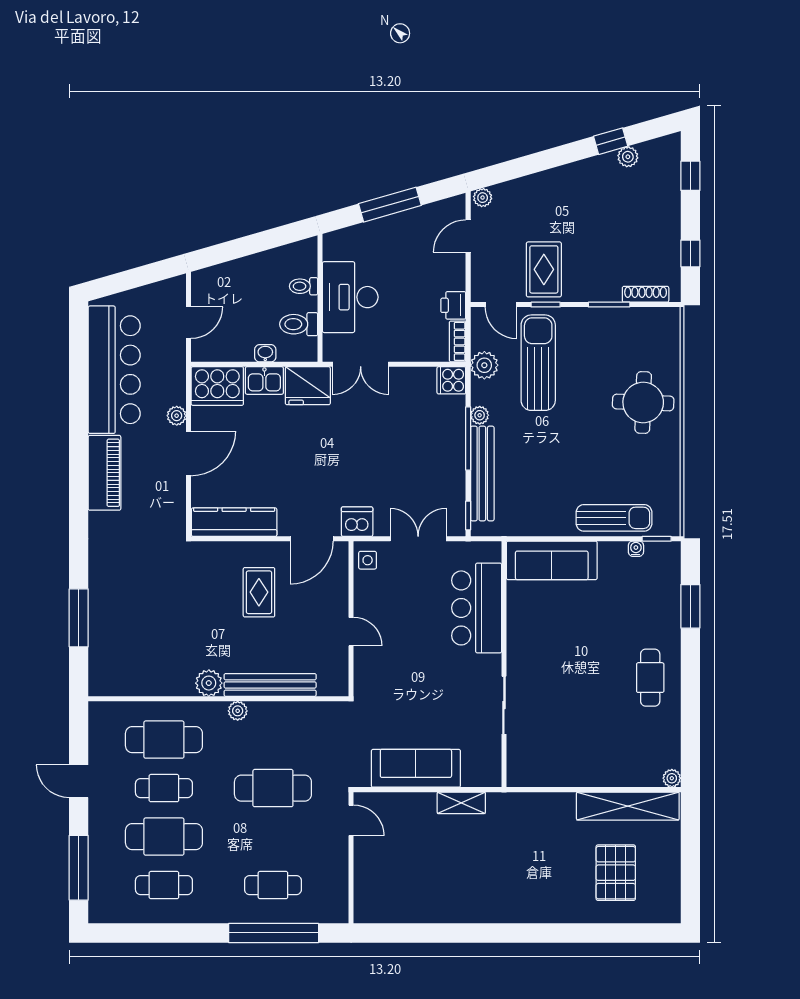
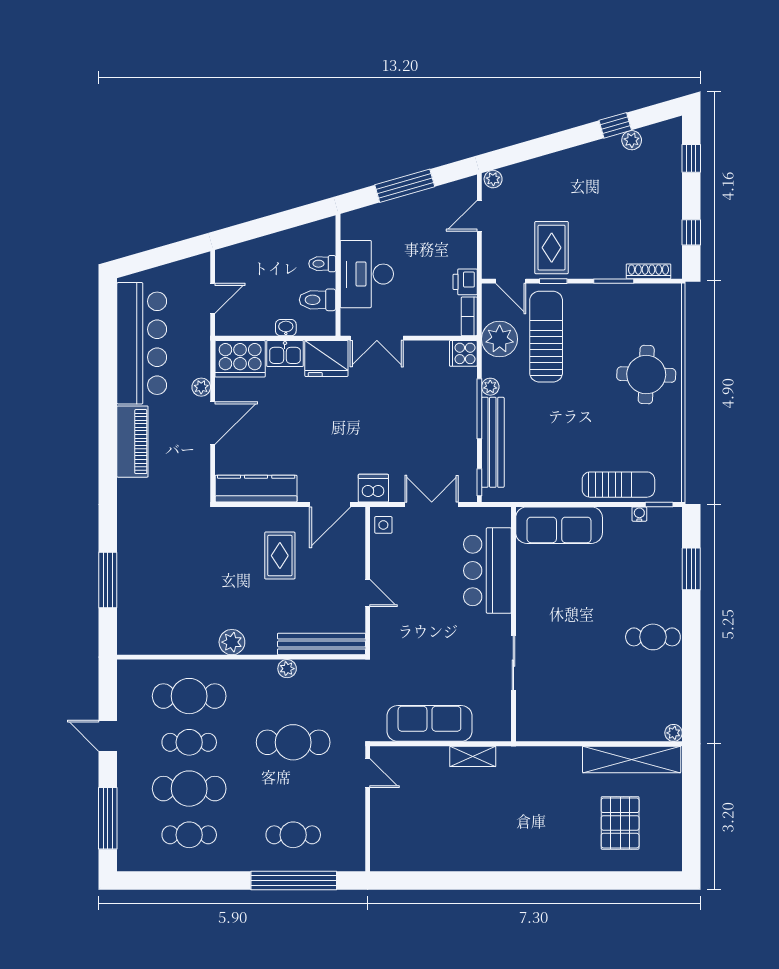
plant: (484, 365) -> (500, 339), width x1.36, depth x1.36
cafe table: (650, 678) -> (653, 637), turned 90
bench: (270, 685) -> (321, 644), moved
plant: (238, 711) -> (287, 669), moved

